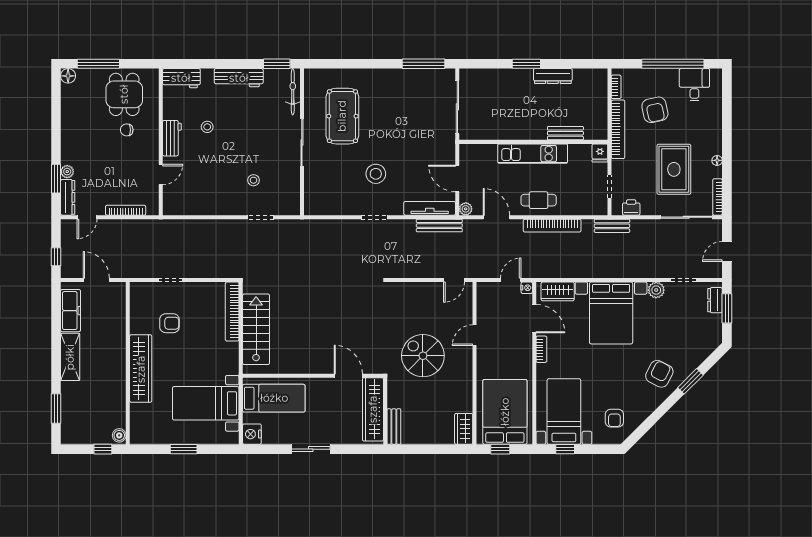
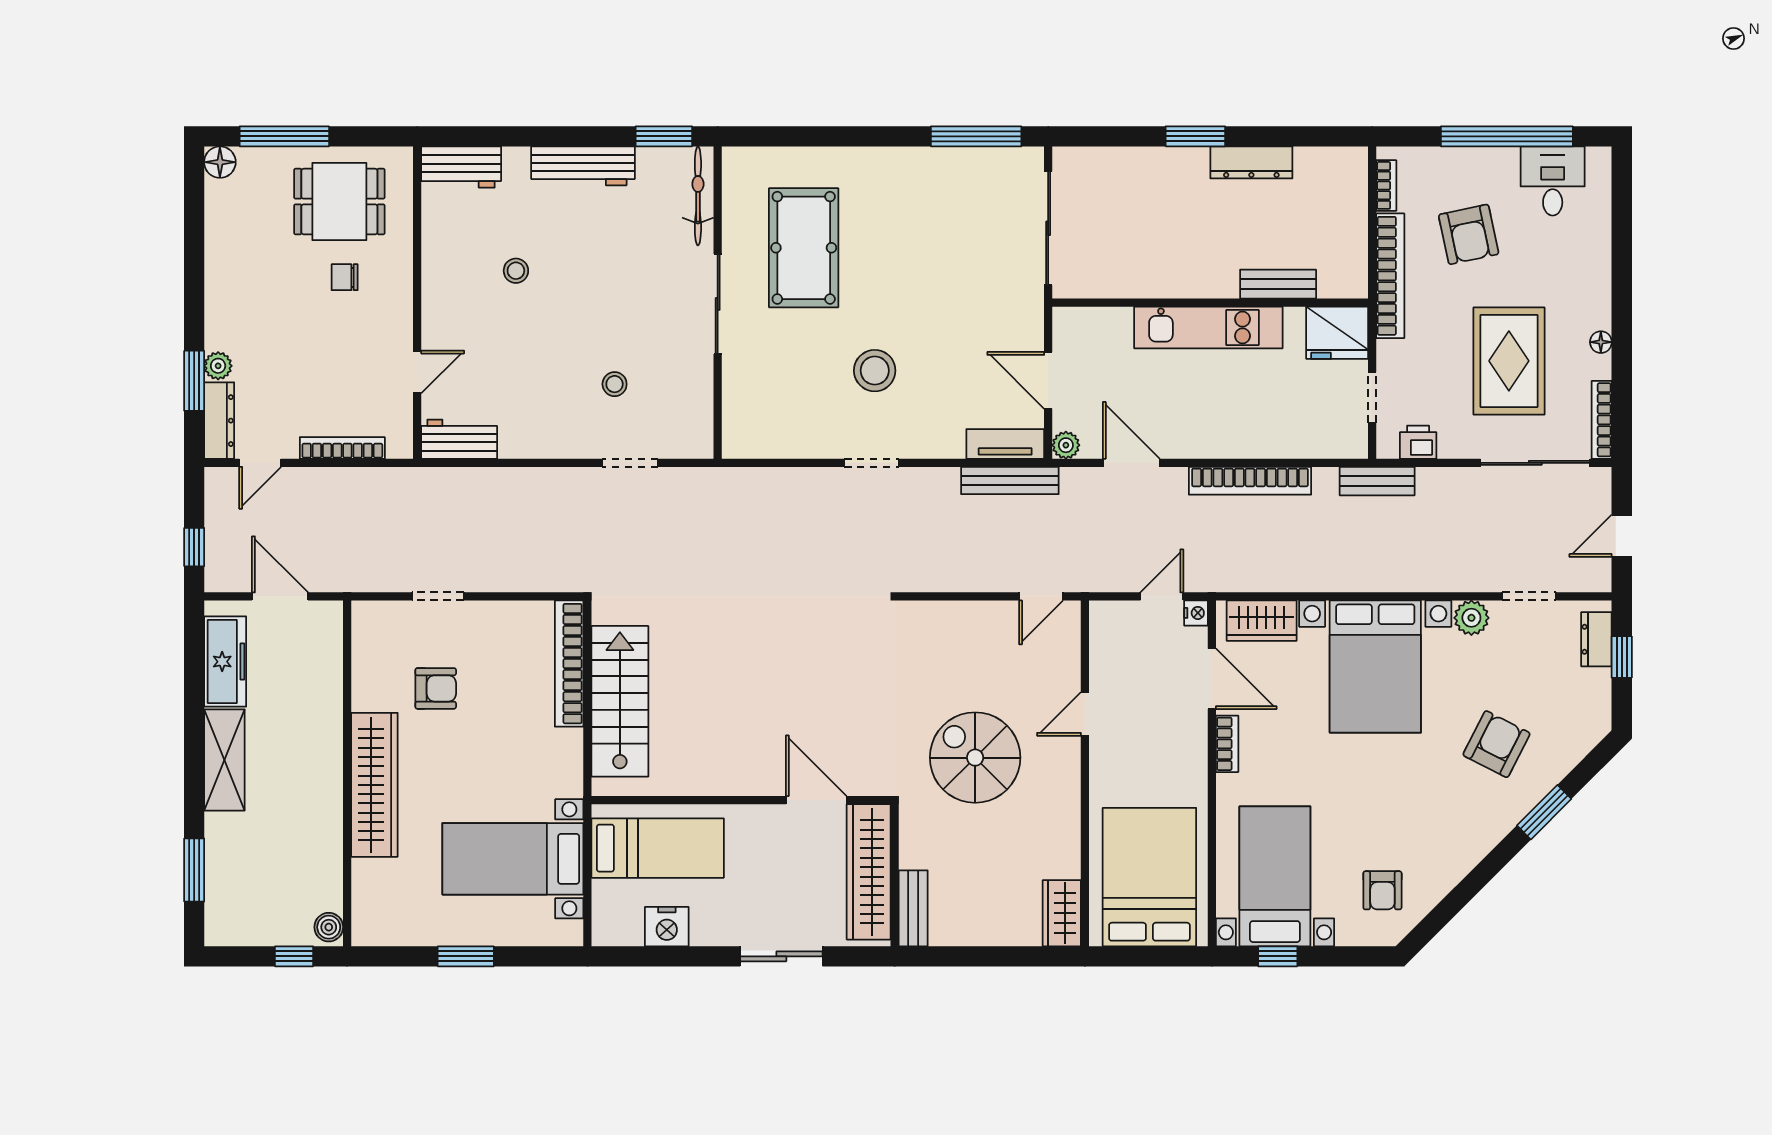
dining table: (124, 94) -> (339, 202), turned 90
workbench: (172, 138) -> (459, 439), moved, turned -90
fridge: (600, 153) -> (1337, 333), width x1.88, depth x1.34
cafe table: (539, 200) -> (1221, 427), removed
tv unit: (430, 208) -> (1005, 444), width x0.71
window: (727, 308) -> (1622, 657), width x0.67
armchair: (659, 374) -> (1496, 744), moved
nightstand: (252, 434) -> (667, 927), moved, turned -90
sliding door: (311, 449) -> (781, 956), moved
window: (500, 449) -> (1139, 956), removed

